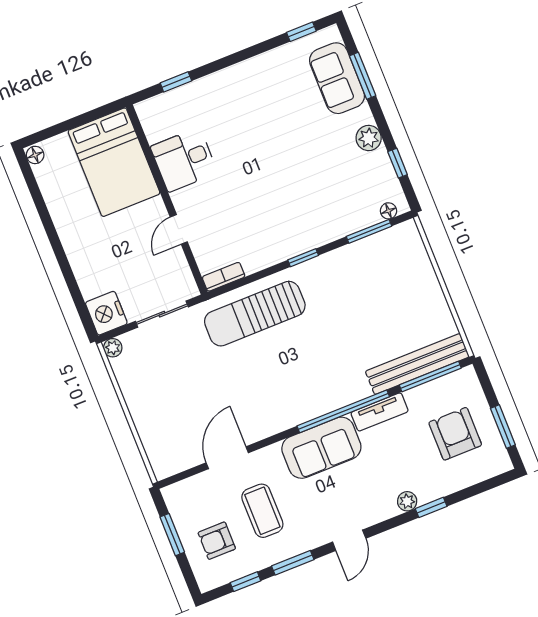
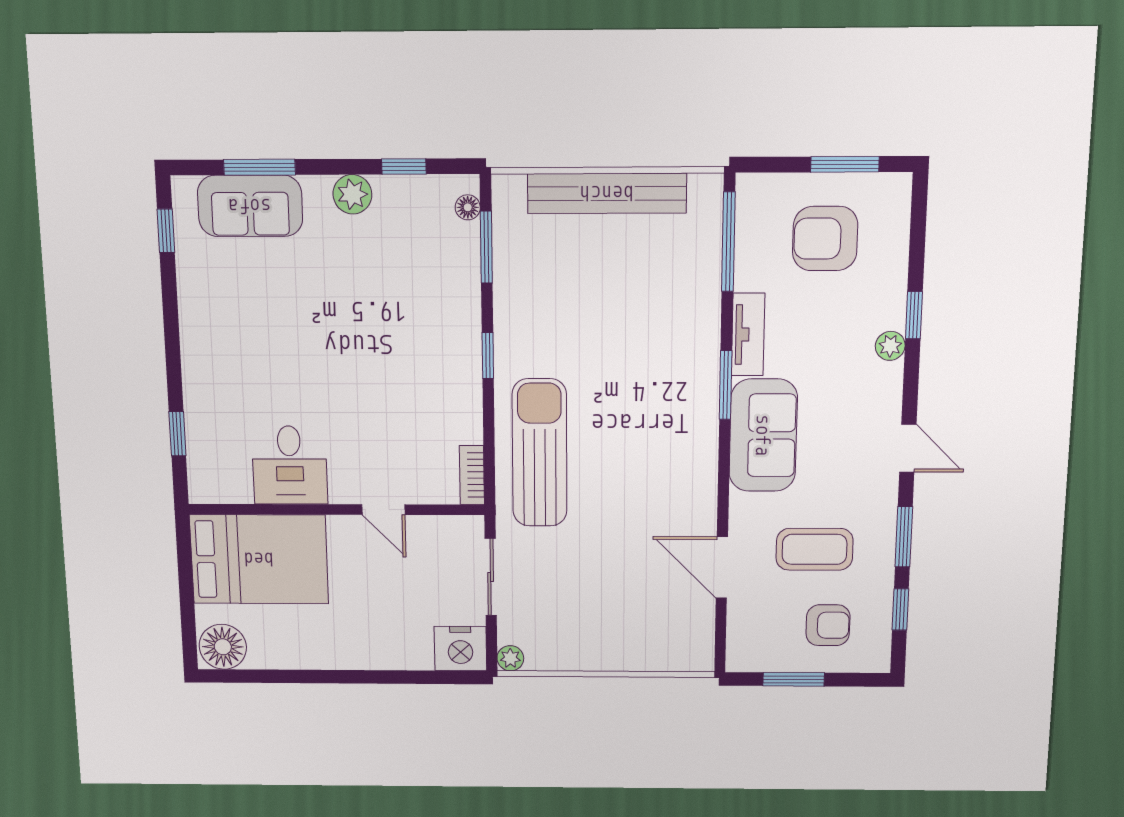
floor lamp: (35, 155) -> (223, 647), width x1.89, depth x1.89
sun lounger: (255, 314) -> (540, 453), turned 180
bench: (417, 364) -> (607, 193), moved, turned 90
window: (343, 411) -> (726, 385), width x0.47
armchair: (217, 541) -> (828, 625), turned -90

